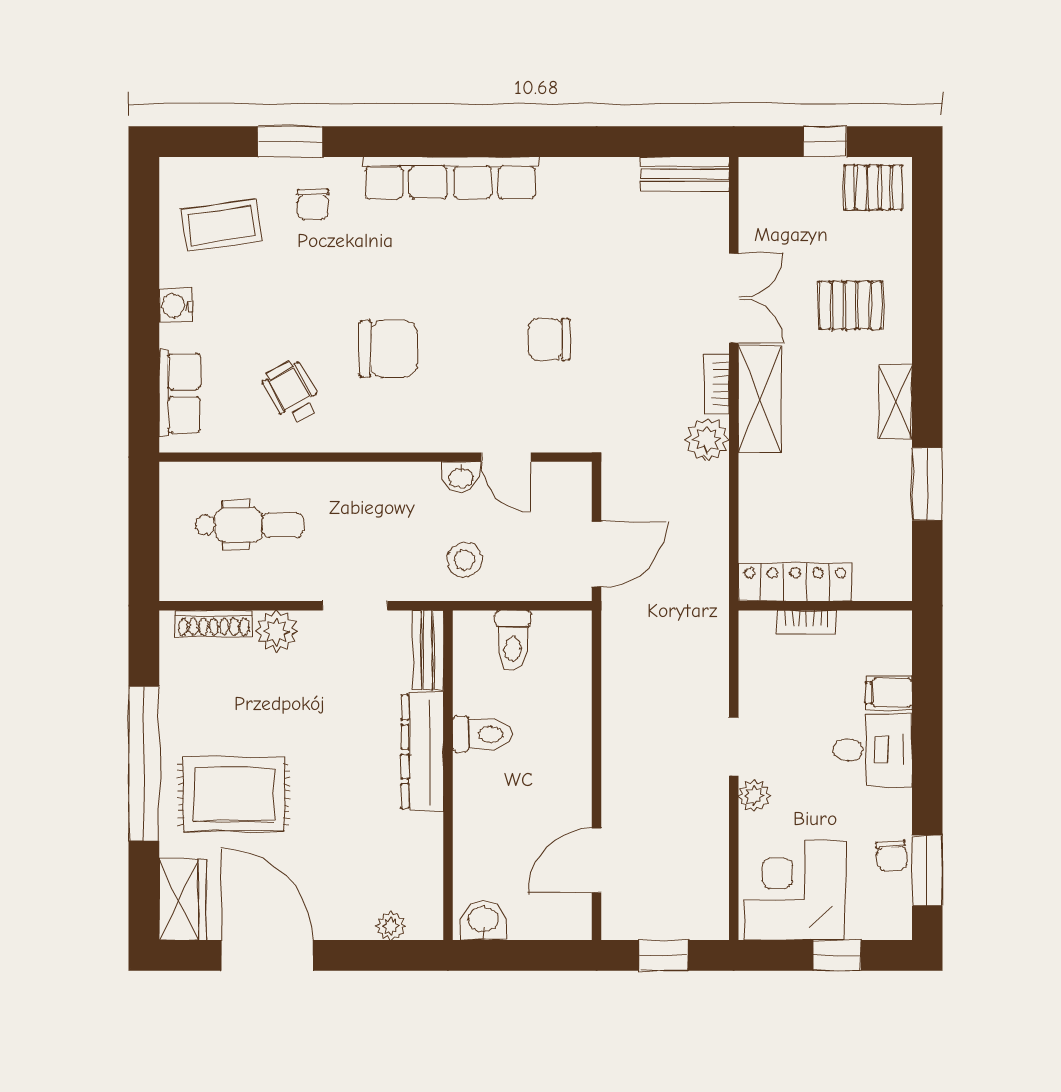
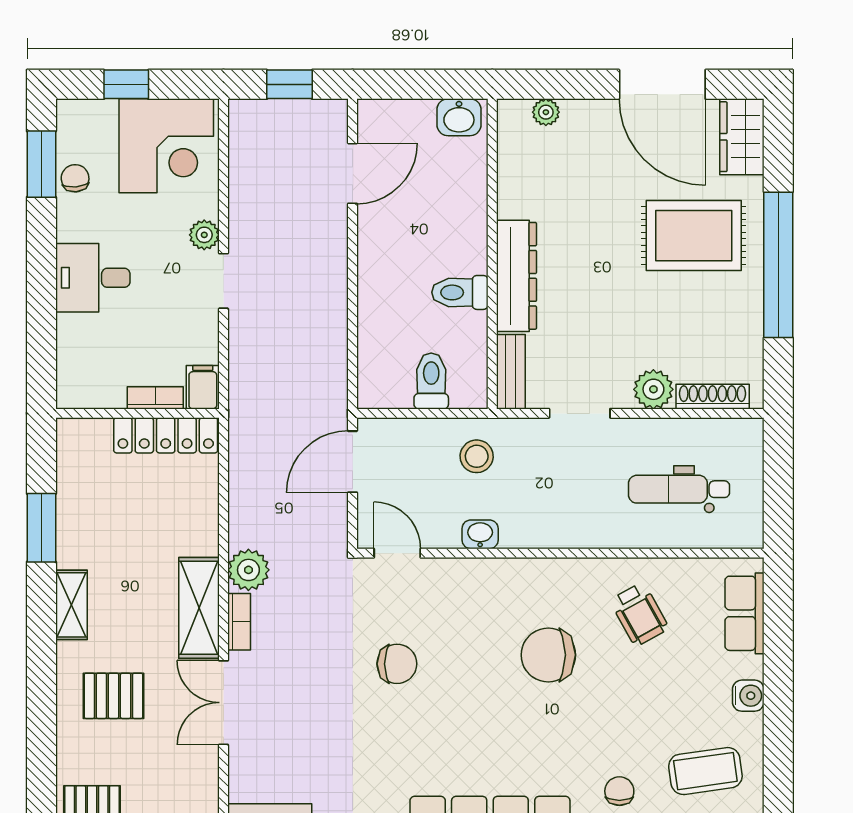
door: (506, 457) -> (397, 553), moved
filing cabinet: (889, 693) -> (203, 387), moved, turned -90

